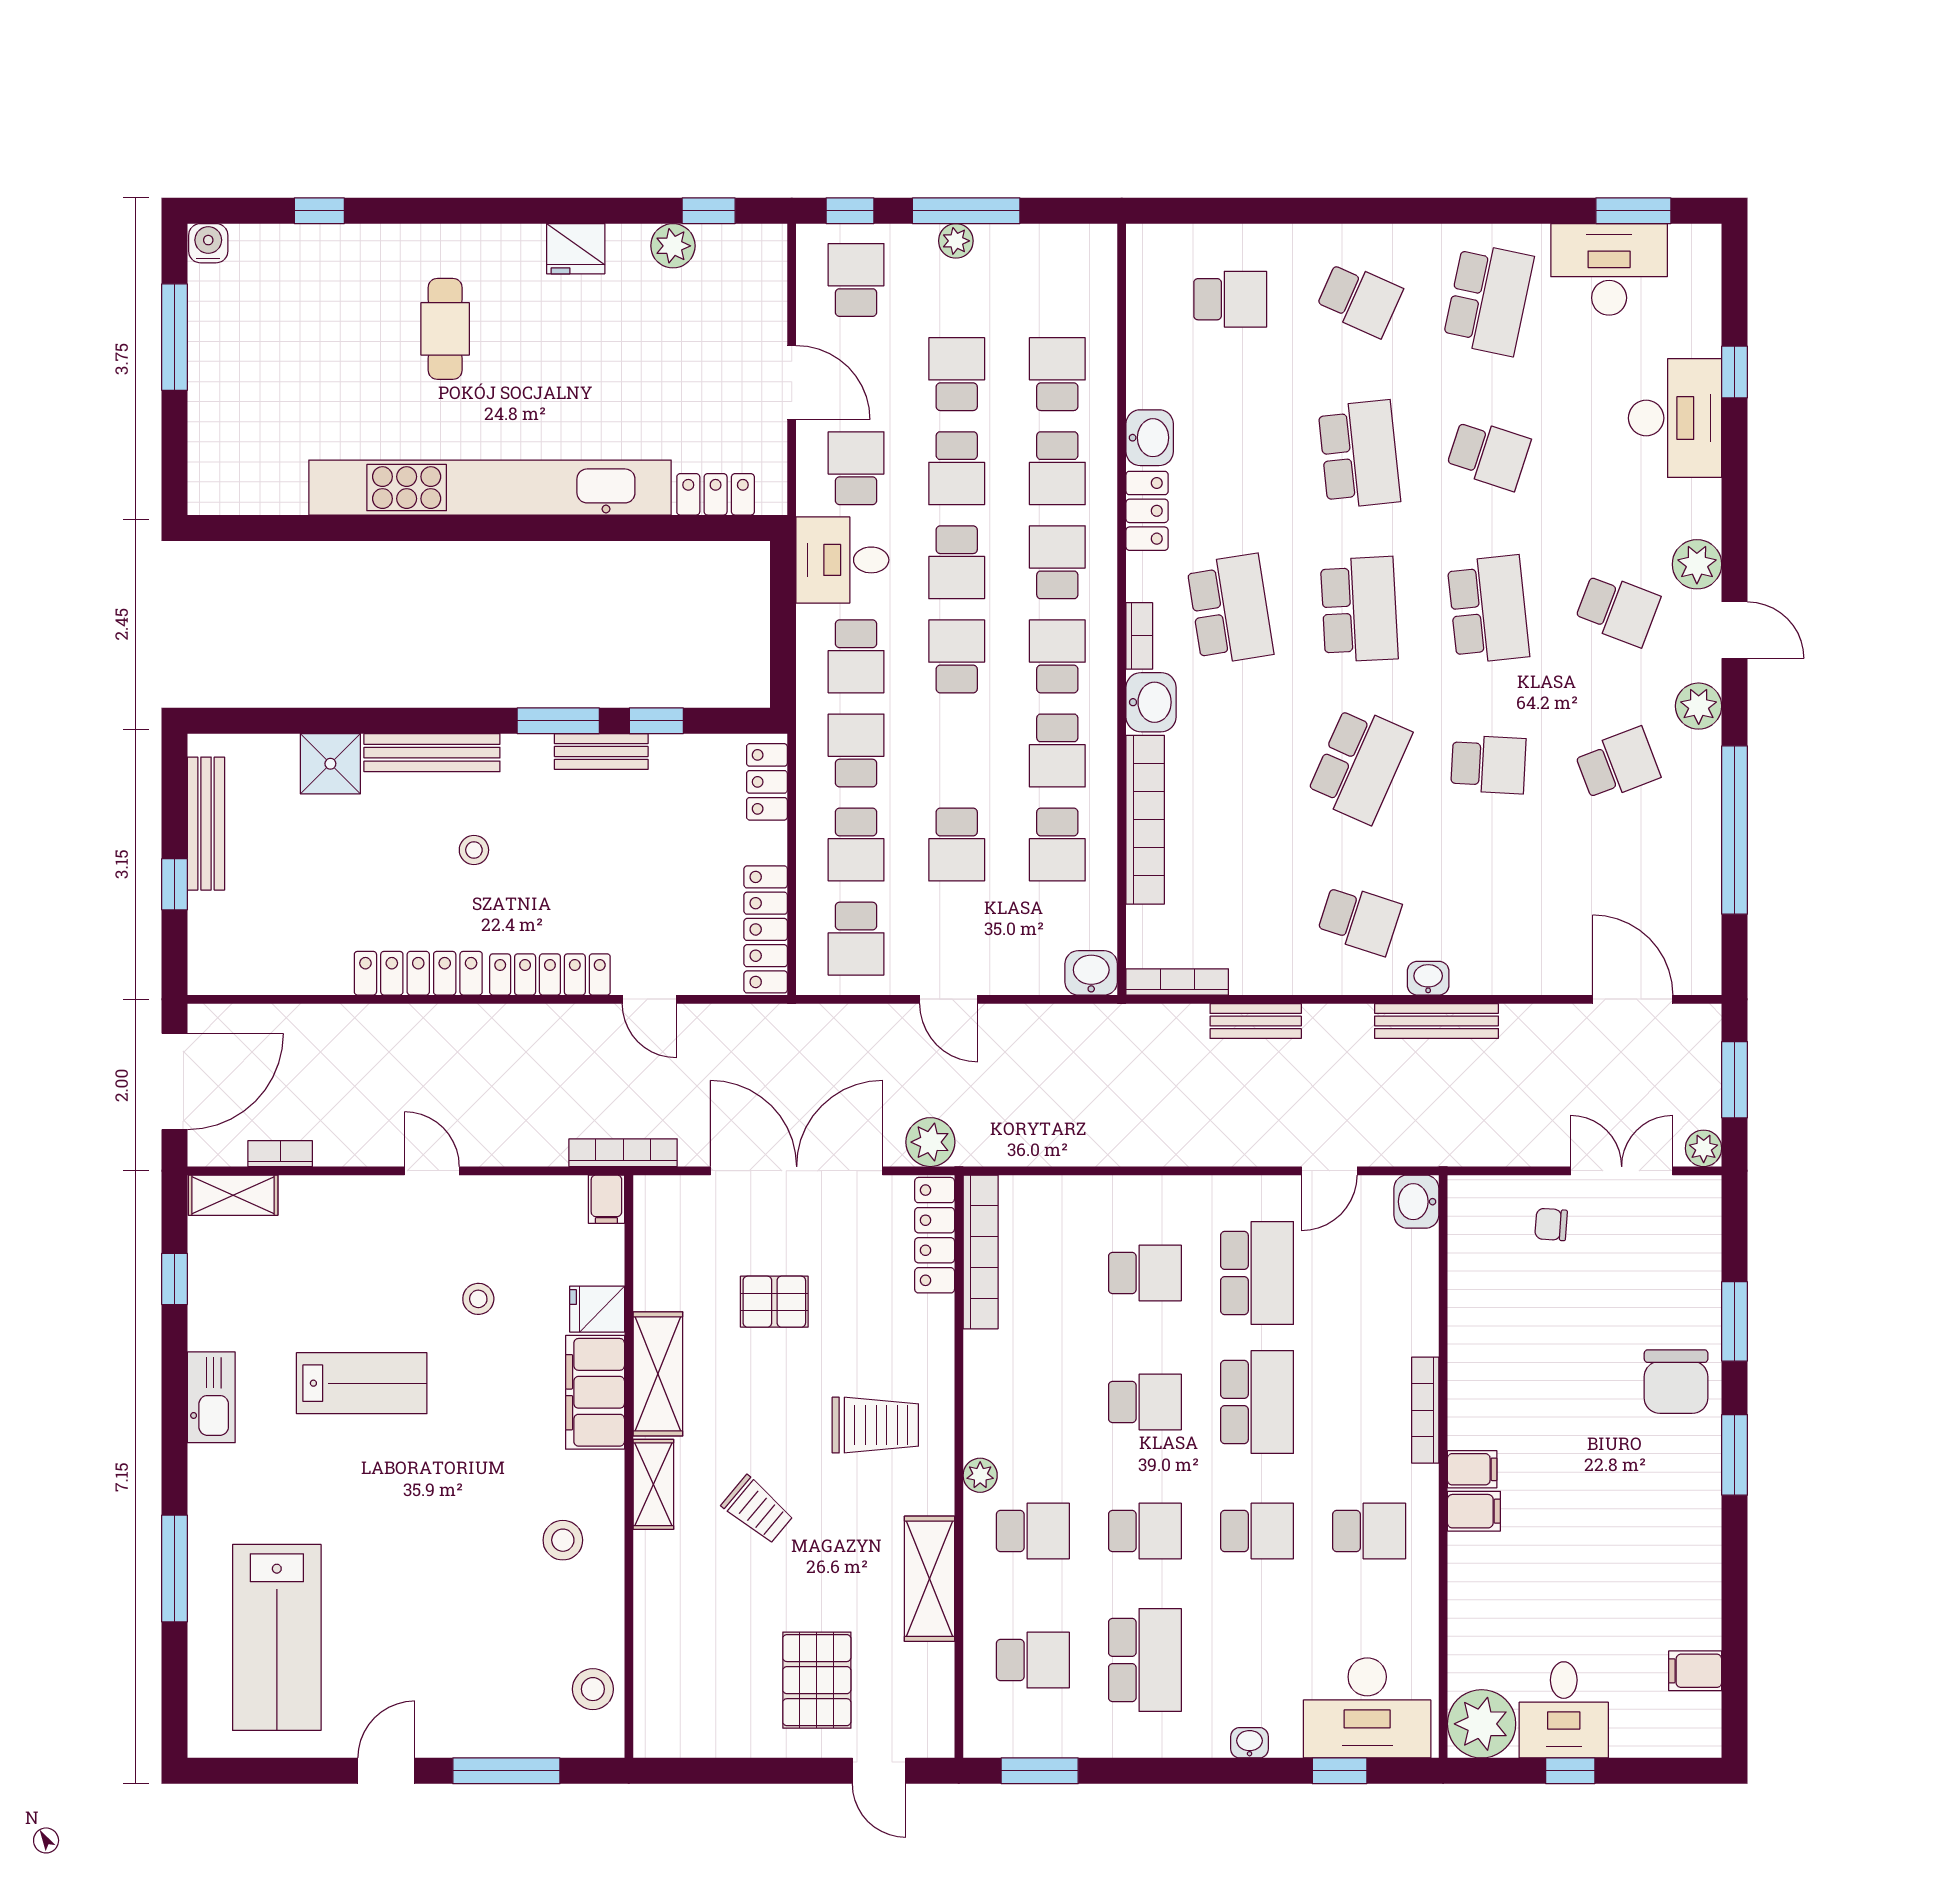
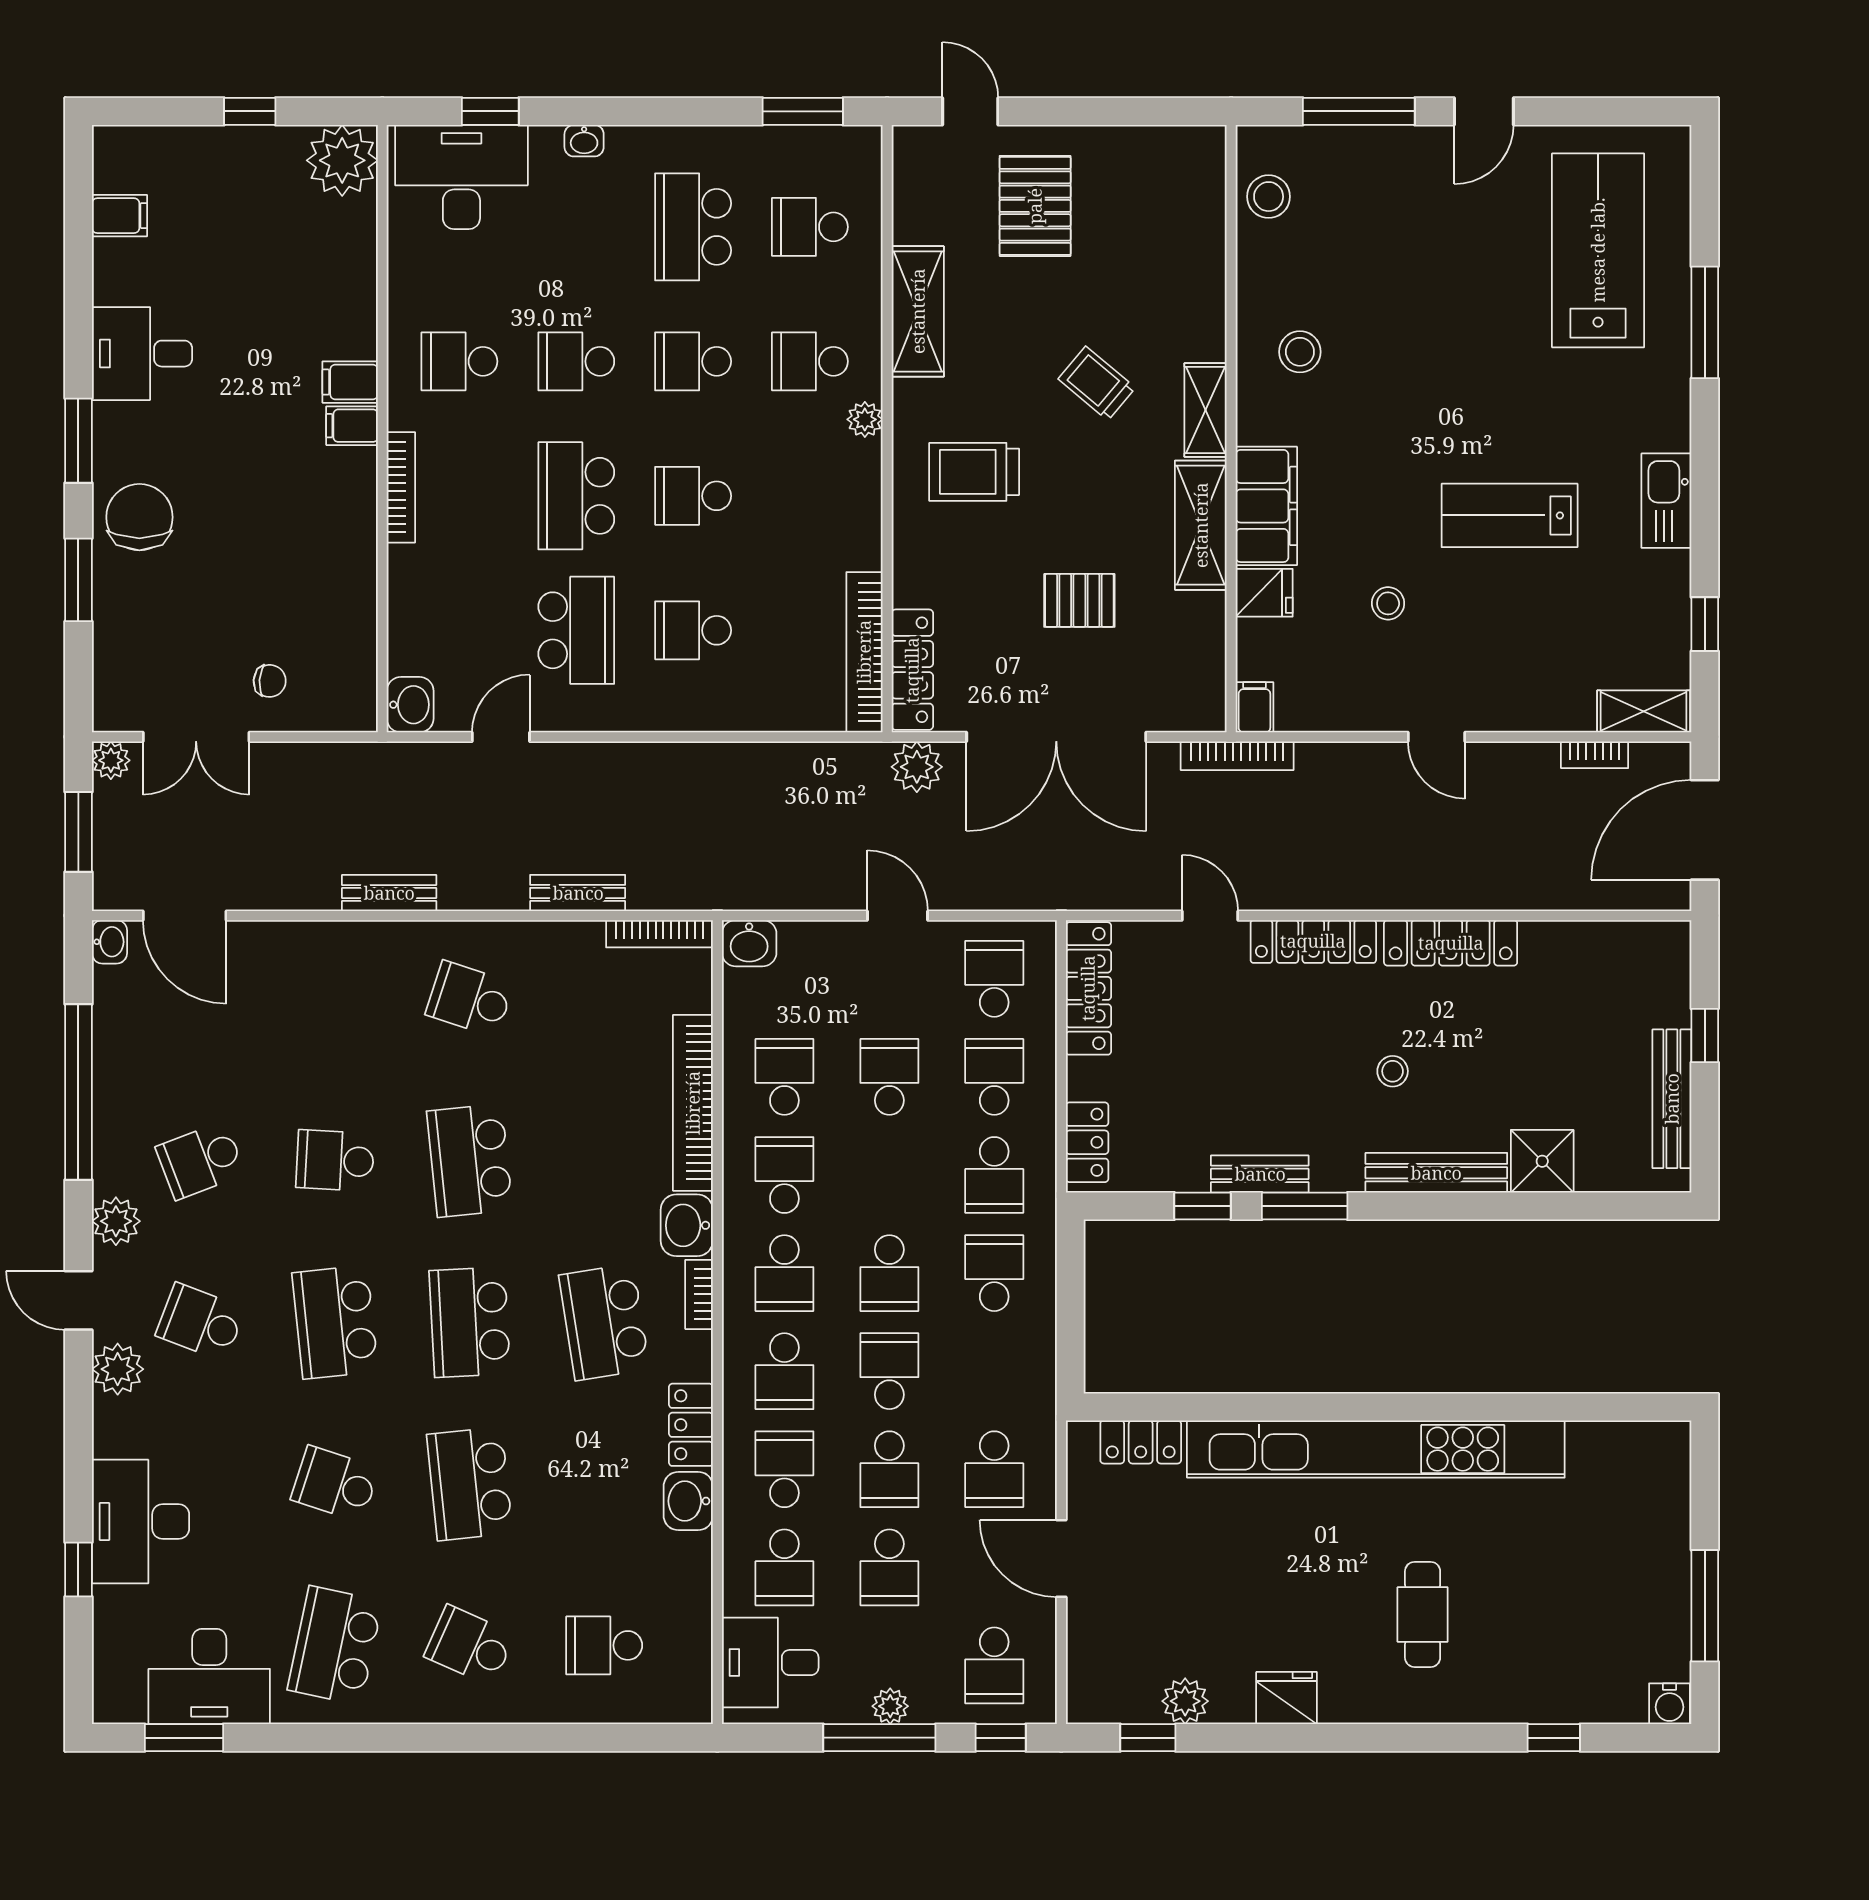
school desk: (957, 468) -> (889, 1469), turned 180
desk: (842, 560) -> (770, 1663), moved, turned 180
school desk: (1359, 764) -> (470, 1160), turned -30
washbasin: (1428, 978) -> (109, 942), moved, turned -90
bench: (1437, 1021) -> (389, 893), width x0.73
school desk: (1257, 1273) -> (576, 630), turned 180
desk: (1564, 1710) -> (142, 354), moved, turned -90

